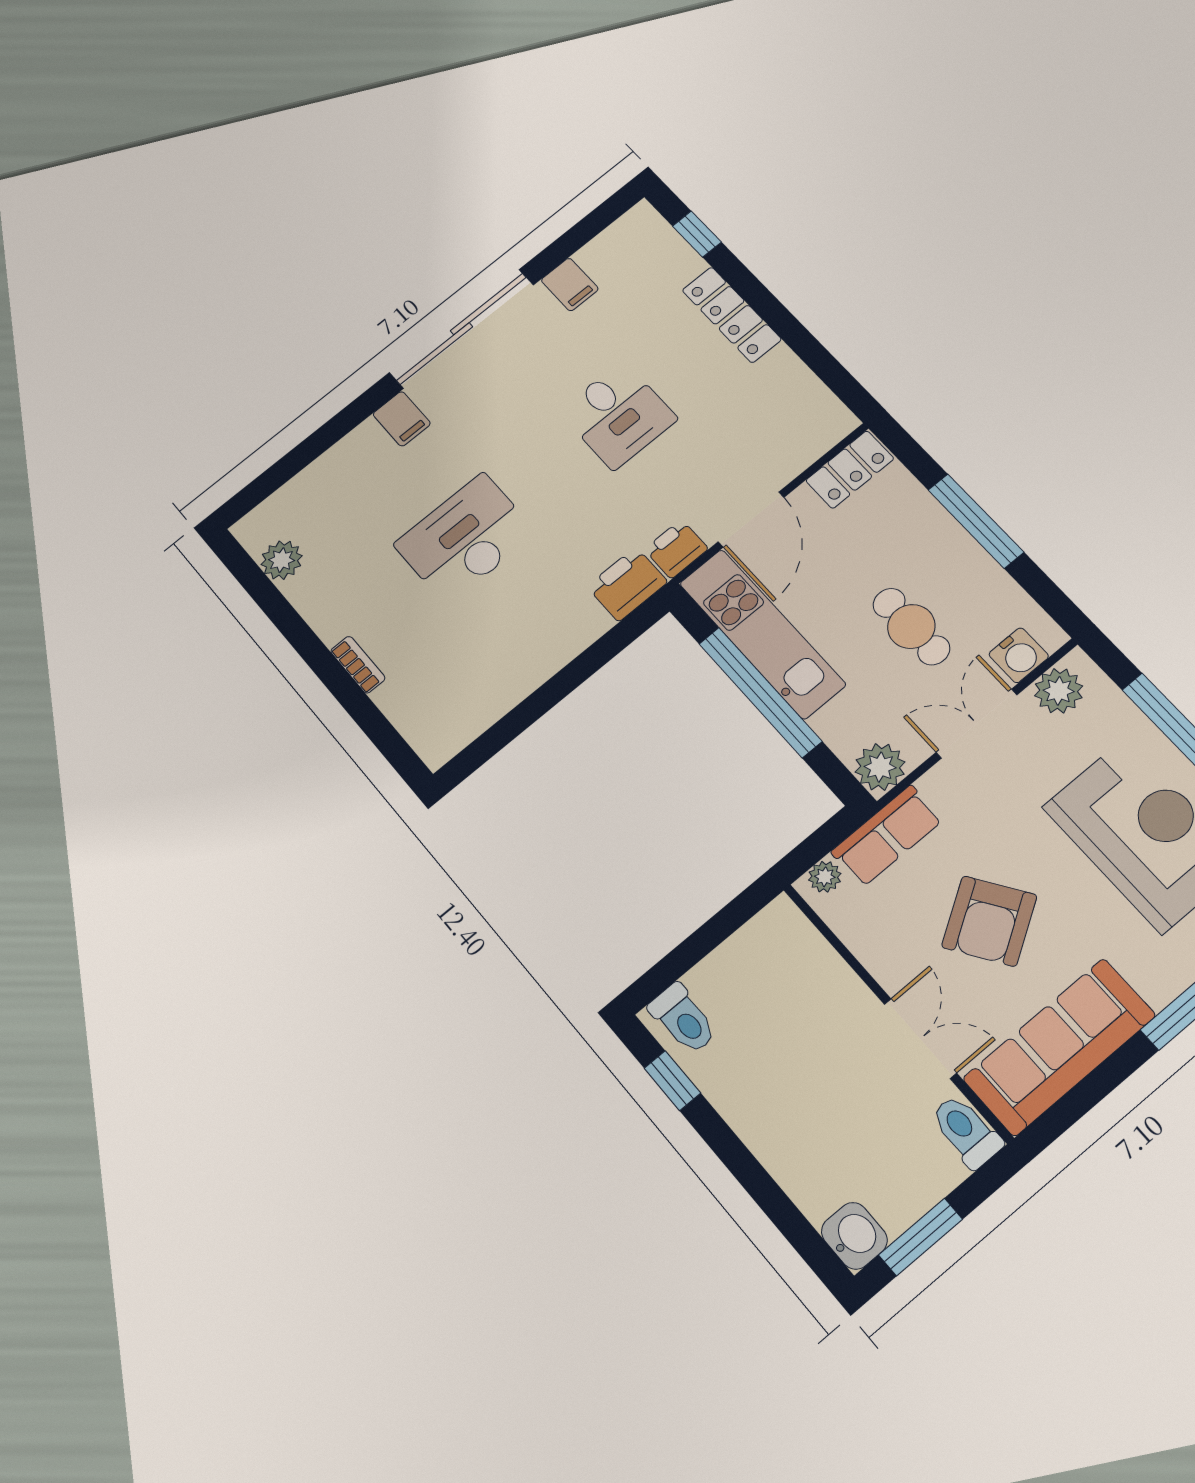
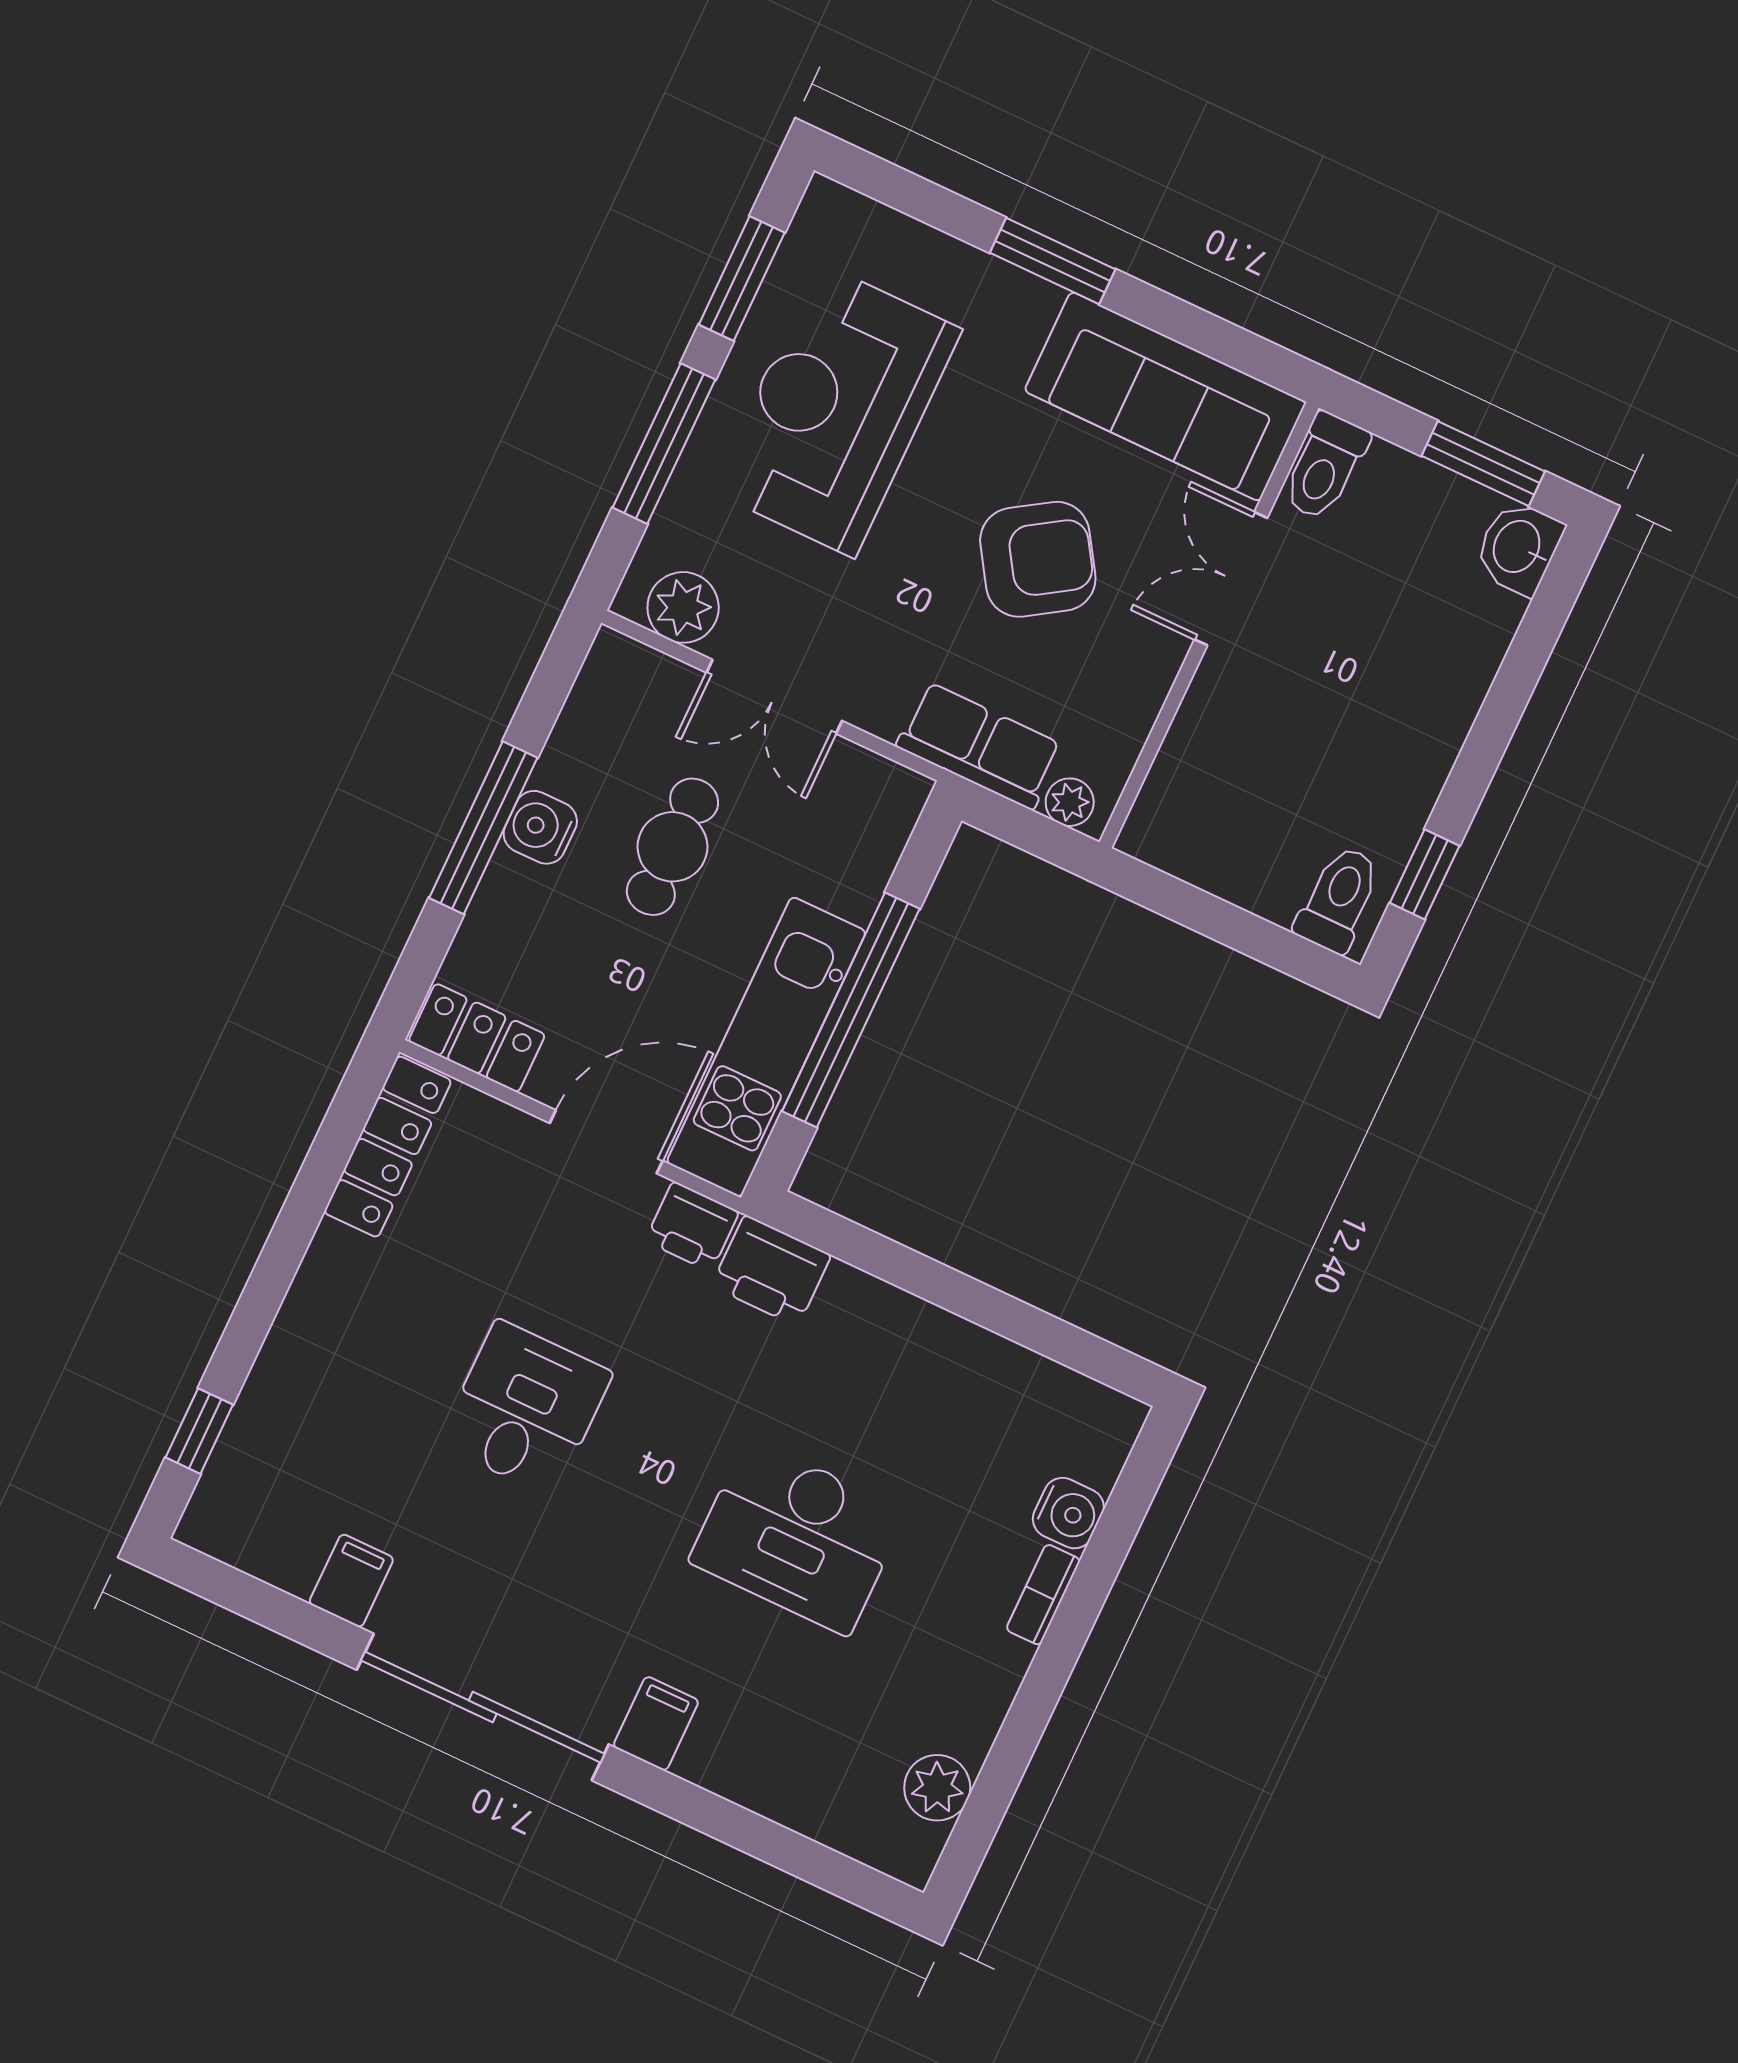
locker: (732, 315) -> (388, 1147), moved
water cooler: (1019, 655) -> (540, 827), moved, turned -90
water cooler: (397, 699) -> (1068, 1513), added
plant: (880, 767) -> (888, 798), removed

